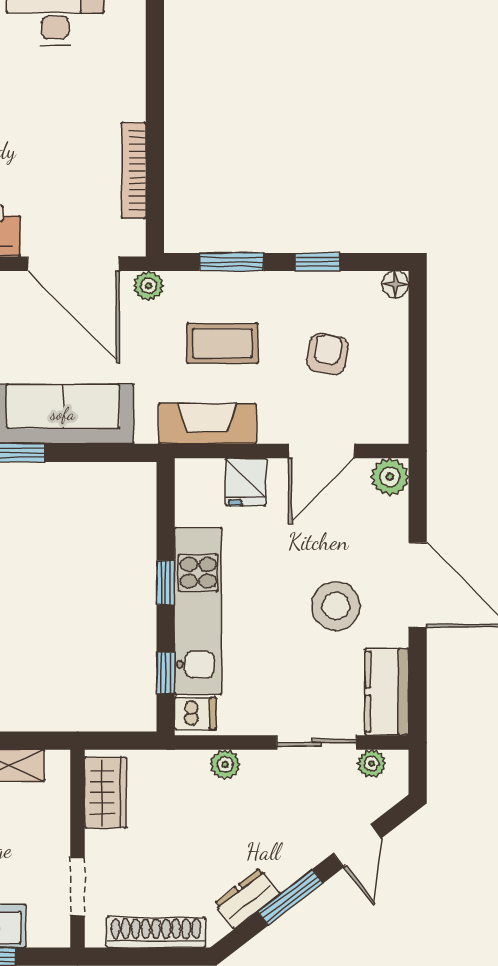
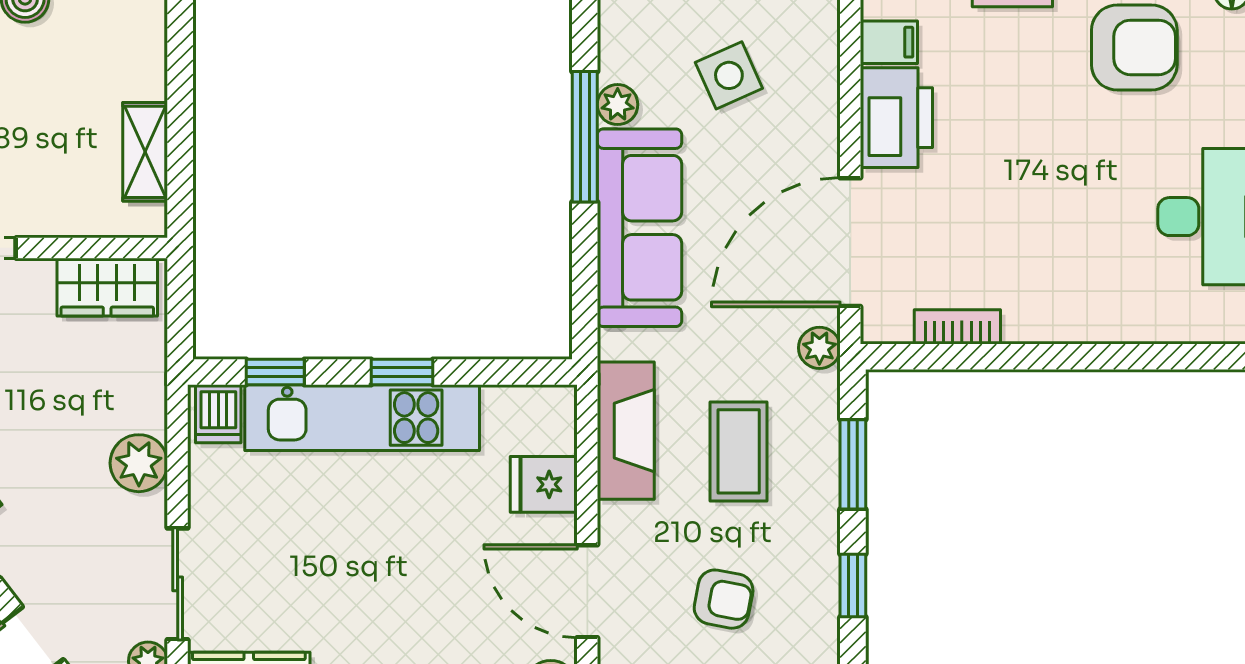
bookcase: (134, 170) -> (957, 327), width x0.64
stool: (336, 606) -> (369, 611), removed
plant: (225, 765) -> (139, 463), width x1.38, depth x1.38

